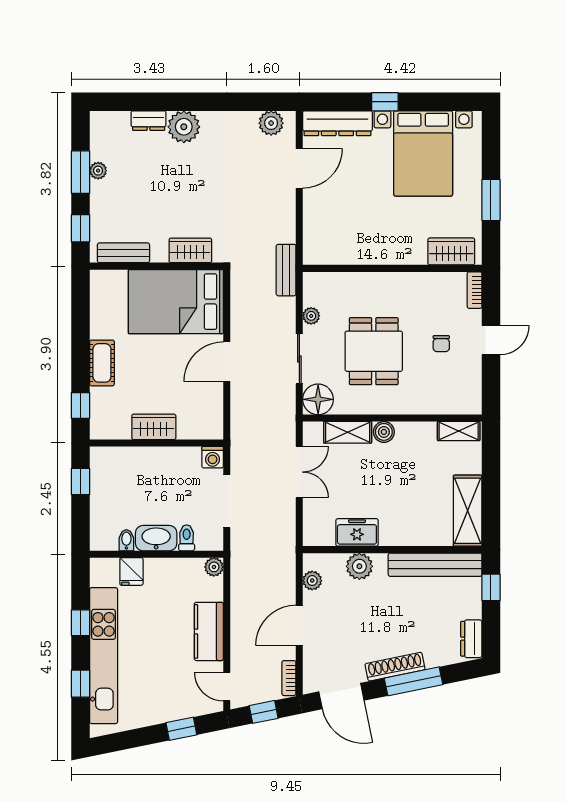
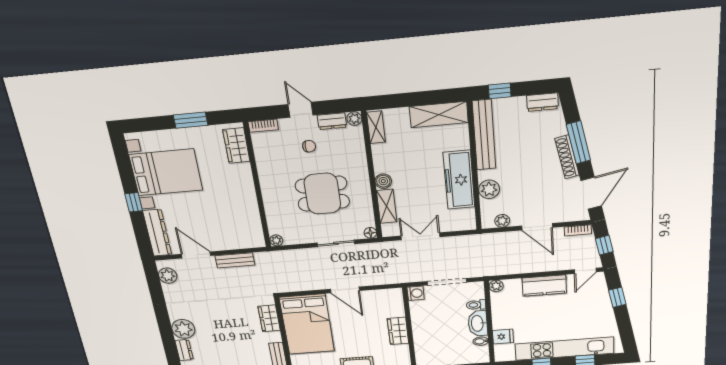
bench: (286, 270) -> (235, 260), moved
plant: (311, 316) -> (276, 240), moved
dresser: (472, 377) -> (332, 121), added
floor lamp: (318, 399) -> (370, 233), width x0.53, depth x0.53
plant: (473, 406) -> (354, 119), added
freezer: (357, 532) -> (459, 180), width x1.91, depth x1.26

